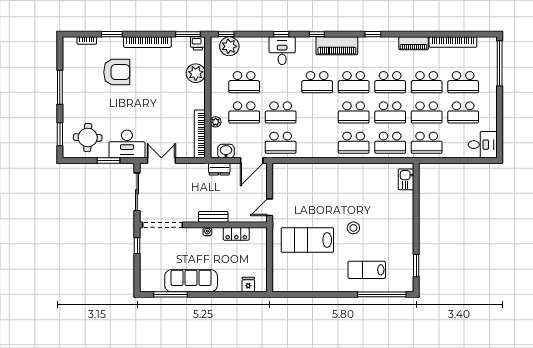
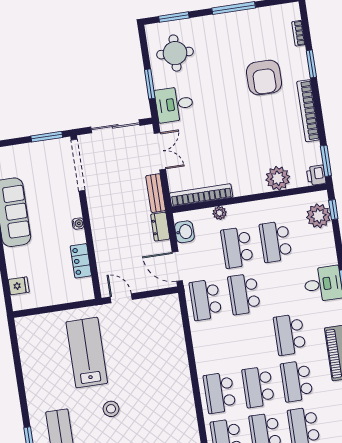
desk: (127, 144) -> (174, 104), width x0.73
bench: (213, 217) -> (156, 193), moved
window: (137, 246) -> (47, 137), width x1.50

